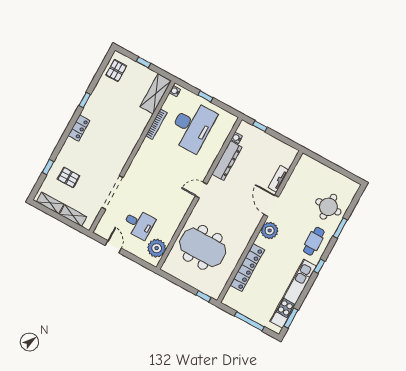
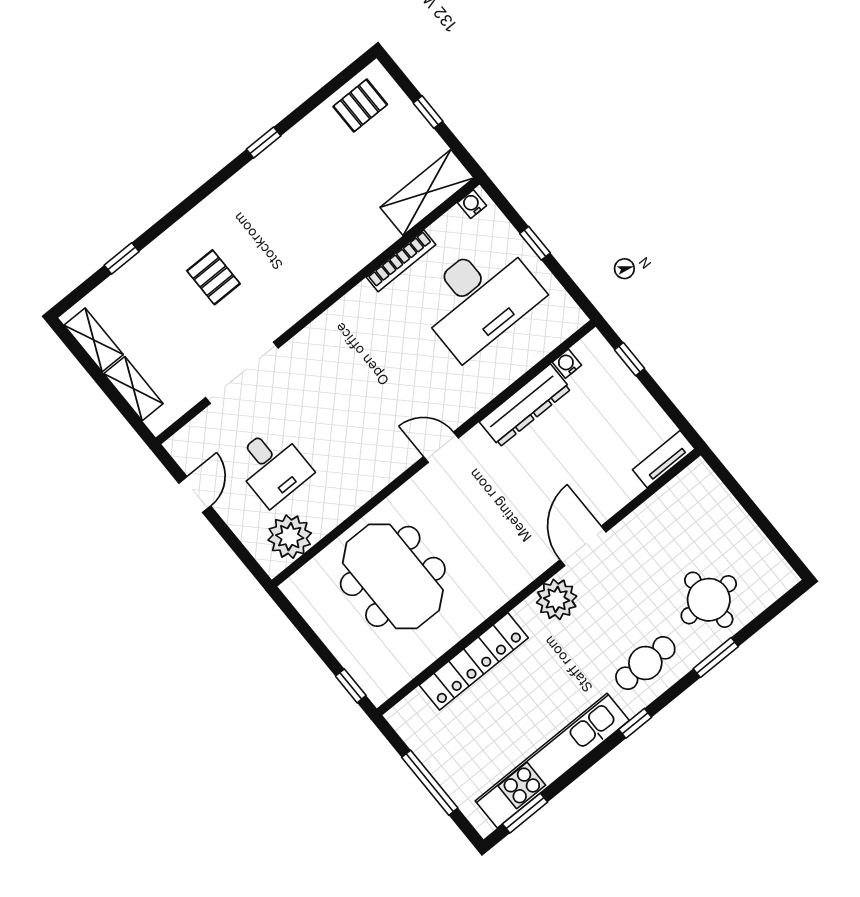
locker: (79, 128) -> (226, 200), removed
pallet: (69, 177) -> (213, 277), moved
tv unit: (278, 179) -> (664, 459), moved

